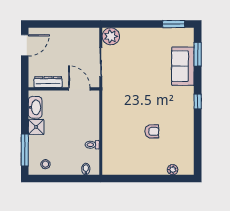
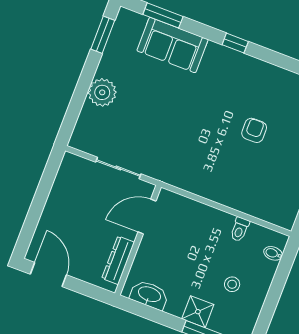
plant: (111, 36) -> (102, 92), moved
shower: (36, 127) -> (198, 312), moved
stool: (45, 164) -> (232, 284), moved

